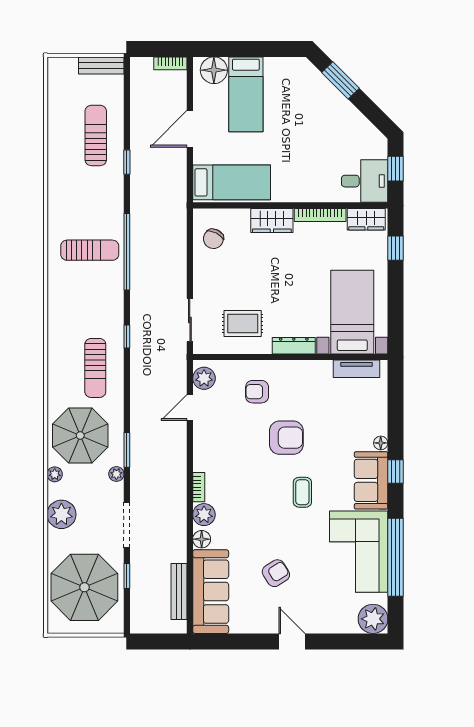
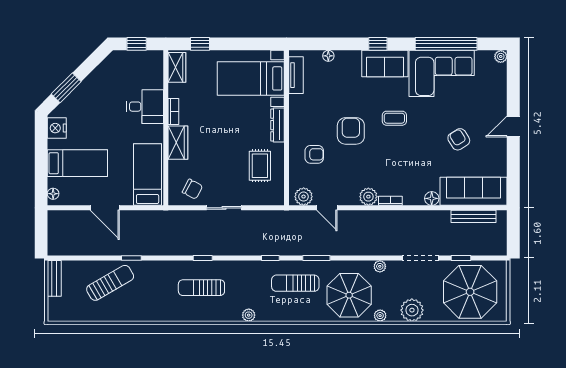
bookcase: (170, 63) -> (53, 223), removed
nightstand: (290, 68) -> (57, 128), added
floor lamp: (214, 70) -> (53, 194), width x0.53, depth x0.53
sun lounger: (96, 135) -> (110, 283), turned 150
desk: (365, 181) -> (145, 107), moved, turned 90
bookcase: (320, 215) -> (173, 111), width x0.64
sun lounger: (90, 250) -> (201, 288), turned -90
window: (127, 252) -> (203, 258), width x0.32
plant: (55, 309) -> (249, 315), added
sliding door: (190, 320) -> (224, 208), moved
sun lounger: (95, 368) -> (295, 283), turned 180
armchair: (257, 392) -> (314, 154), turned -90
floor lamp: (381, 443) -> (328, 56), moved
window: (127, 450) -> (316, 258), moved
plant: (204, 515) -> (368, 197), moved
plant: (373, 619) -> (501, 56), width x0.53, depth x0.53

